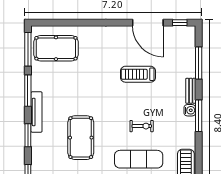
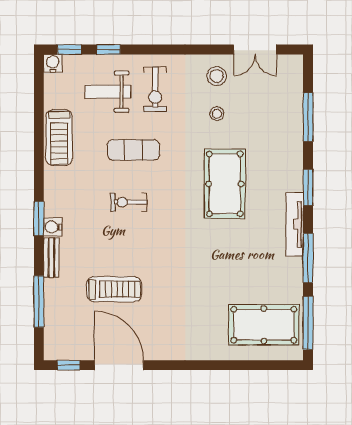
treadmill: (138, 74) -> (114, 289), moved
window: (199, 116) -> (39, 218), width x0.69
exercise mat: (139, 159) -> (134, 150), width x0.73, depth x0.69

